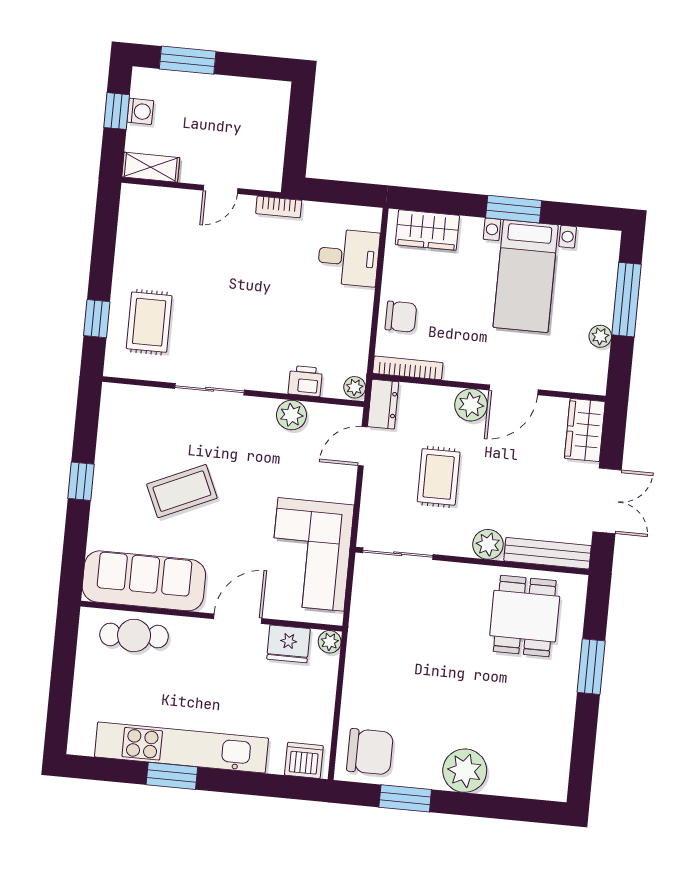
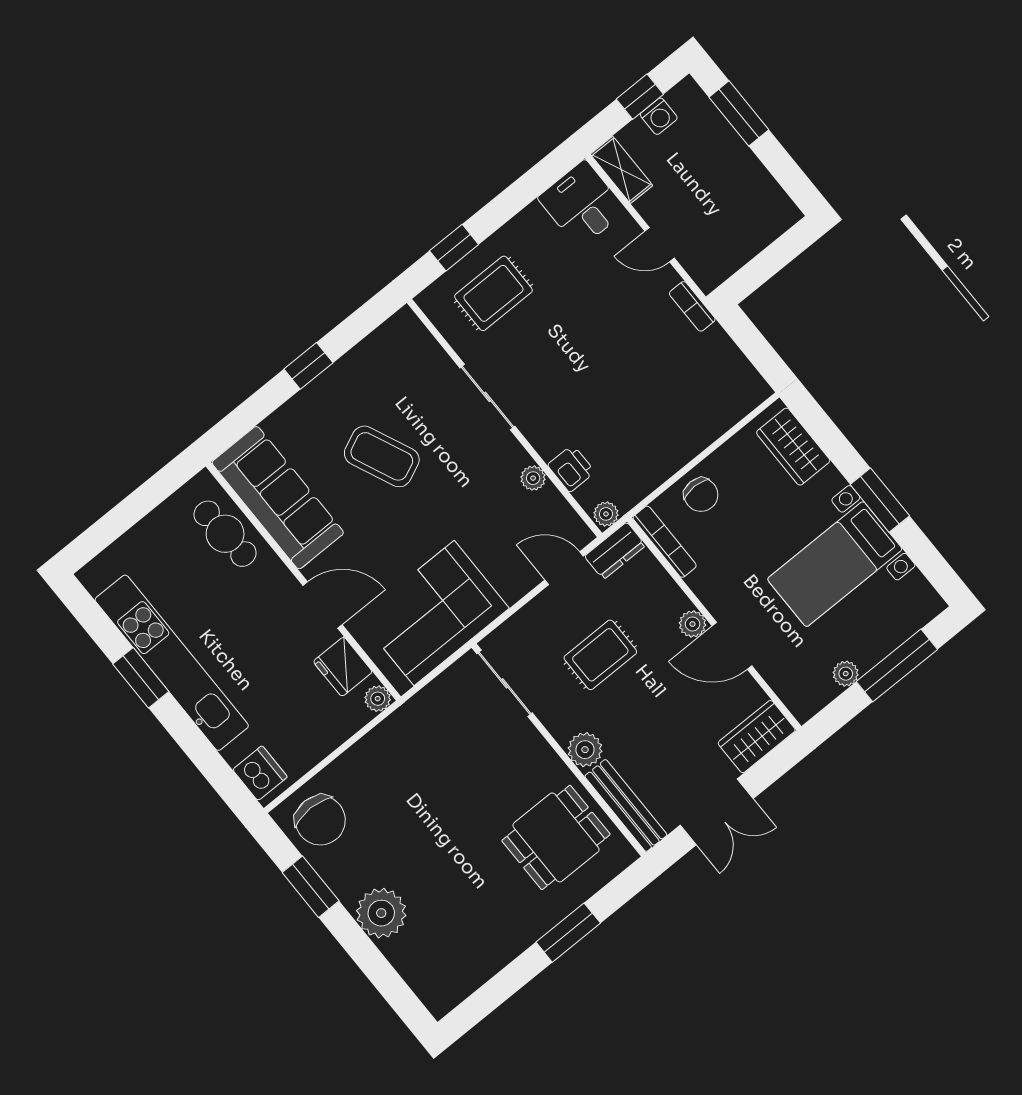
desk: (348, 257) -> (582, 204), moved, turned 180
plant: (471, 405) -> (693, 624), width x0.73, depth x0.73
plant: (292, 415) -> (533, 478), width x0.73, depth x0.73

